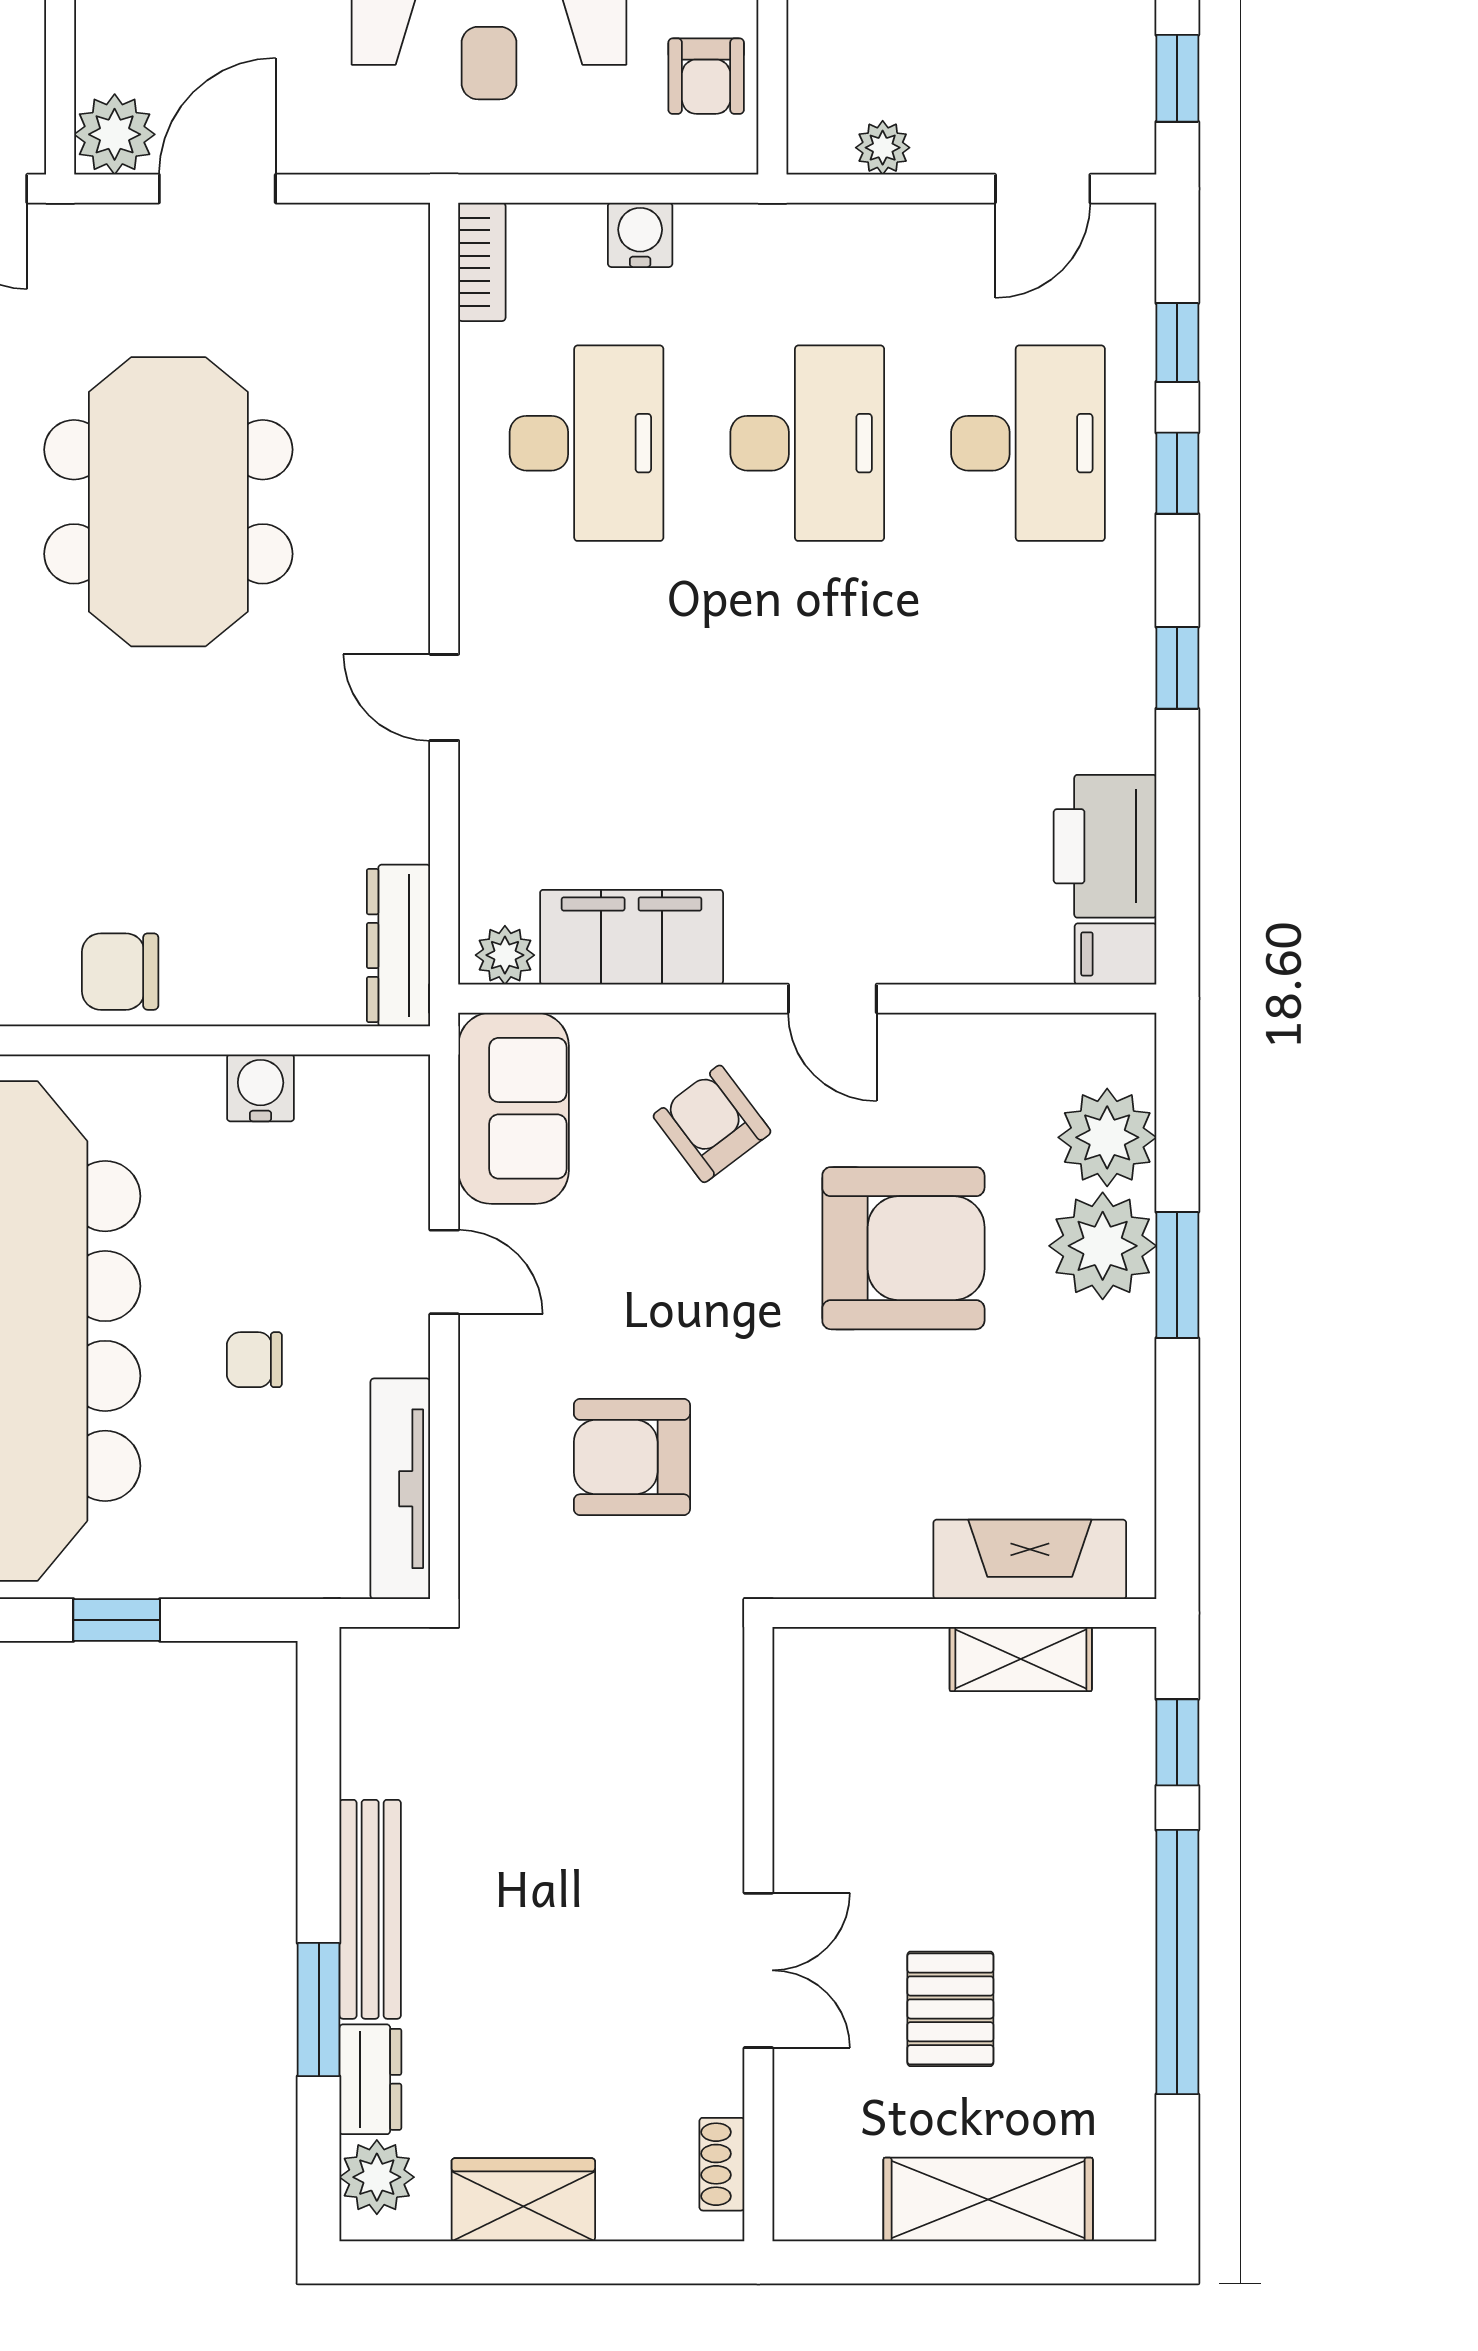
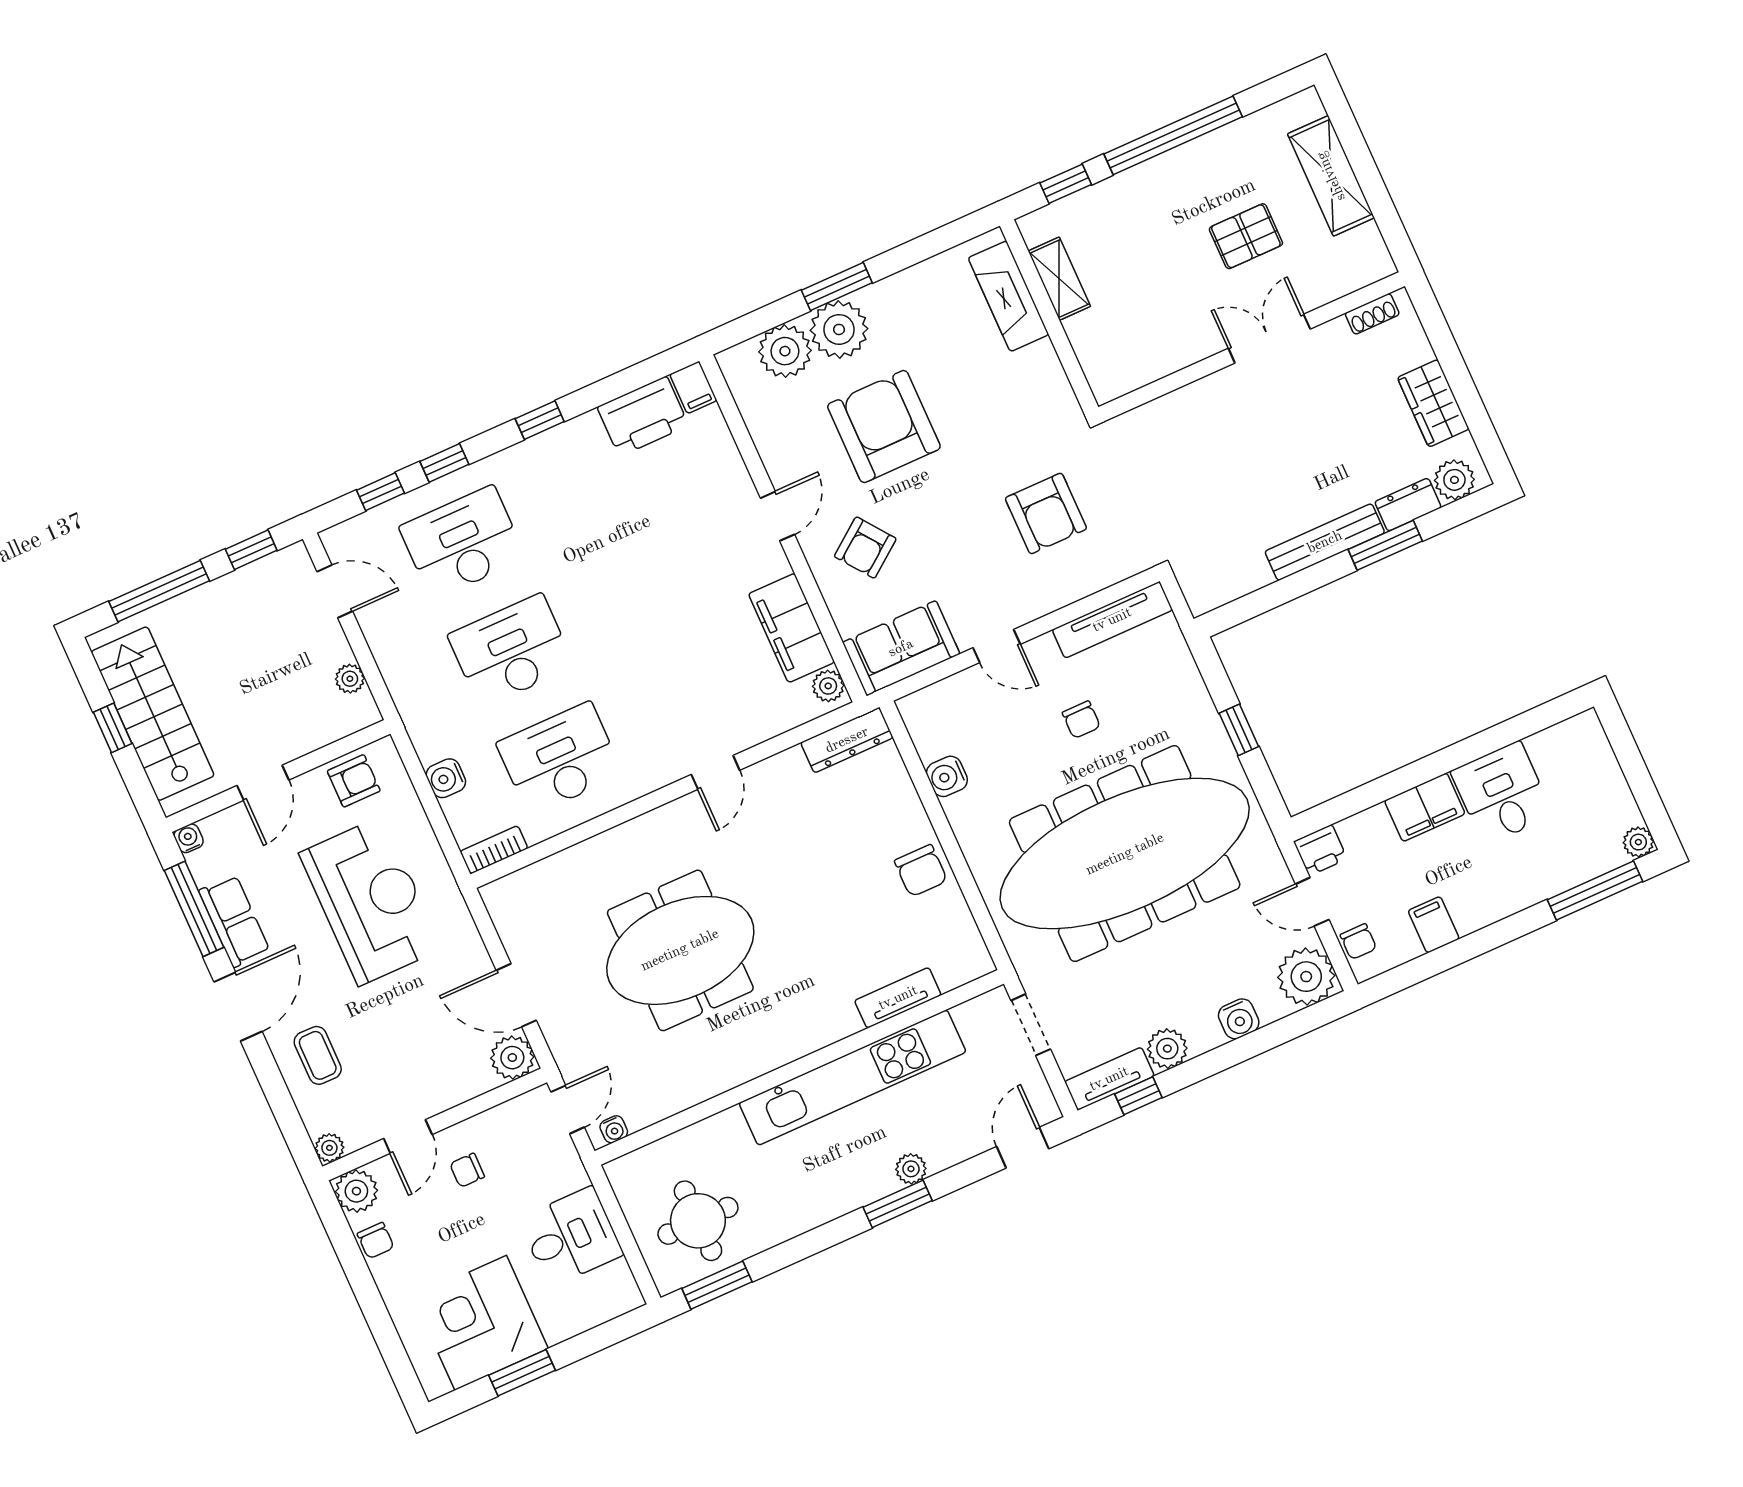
door: (444, 1272) -> (997, 646), swing flipped

